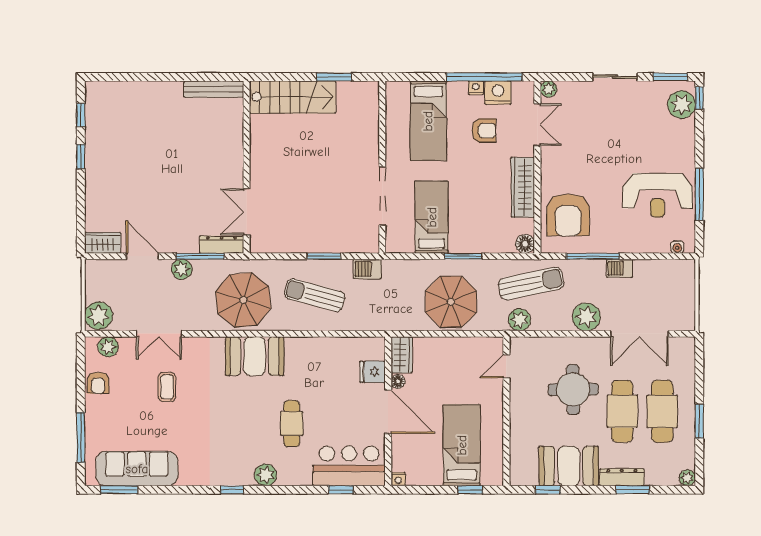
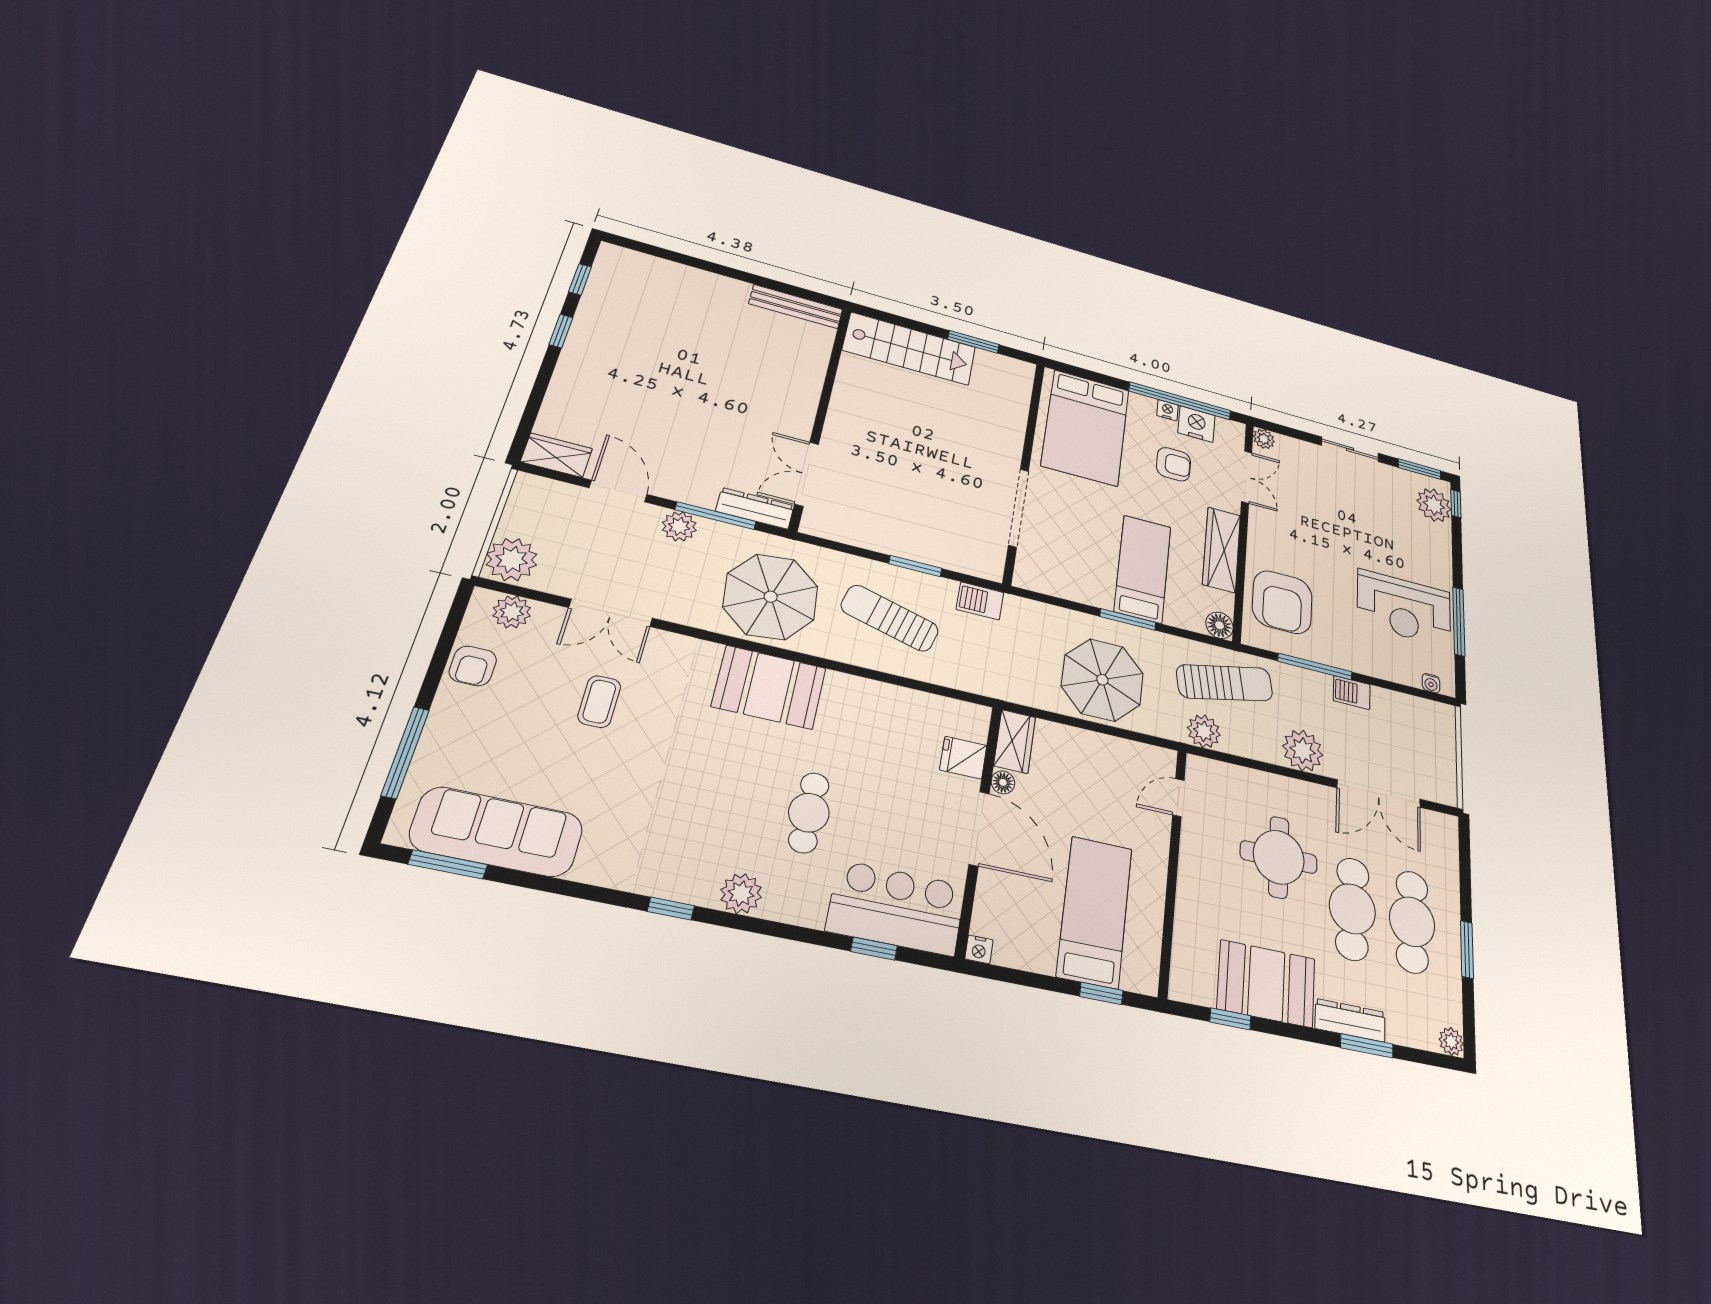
bed: (428, 121) -> (1086, 427), width x1.50
bed: (432, 217) -> (1143, 569), moved

